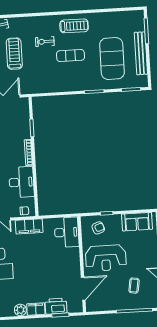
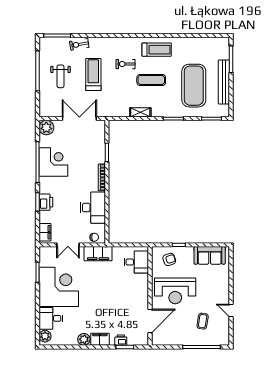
shelving: (62, 87) -> (140, 112), added
desk: (67, 232) -> (136, 262), width x0.73
printer: (56, 306) -> (121, 340), width x0.53, depth x0.68

